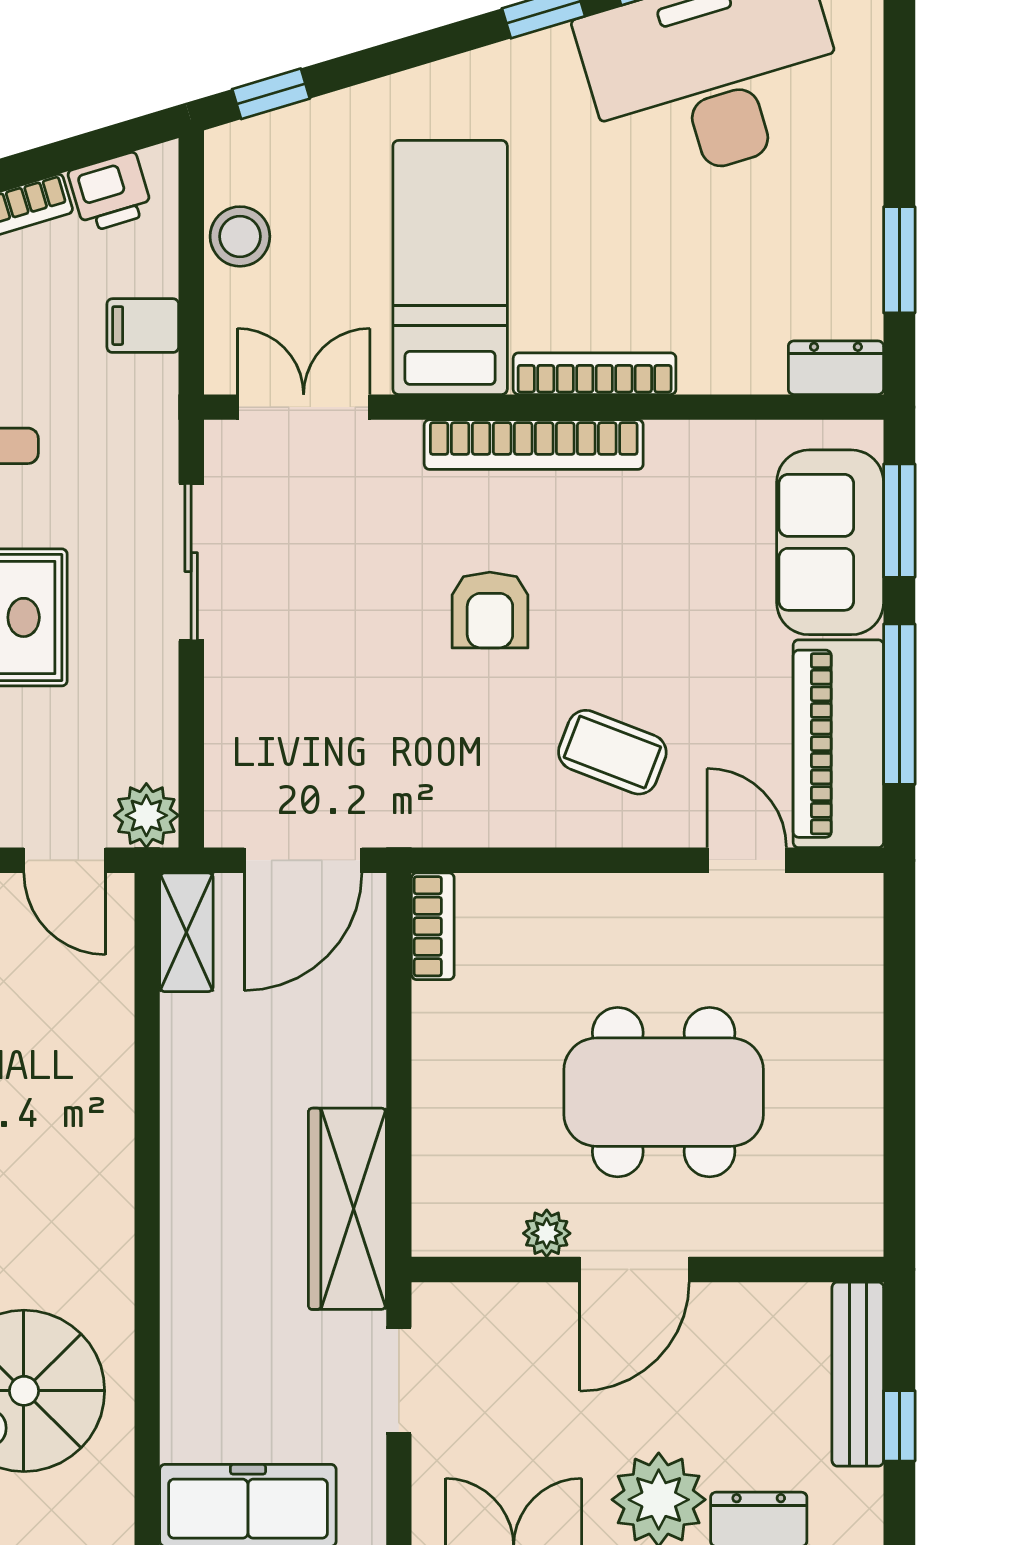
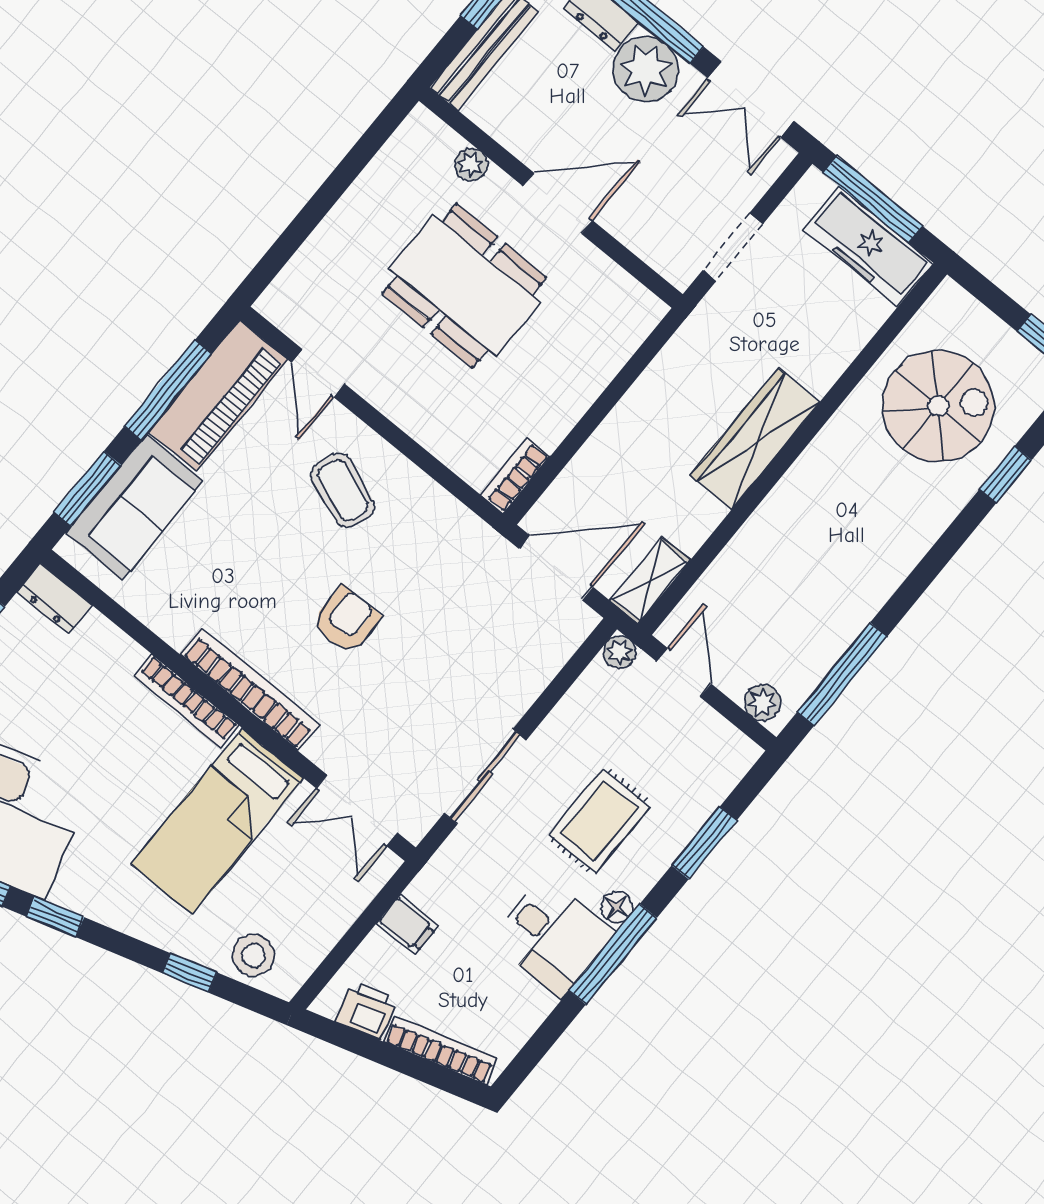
window: (271, 94) -> (190, 973), moved
stool: (240, 236) -> (254, 956), moved
plant: (146, 815) -> (619, 652), width x0.73, depth x0.73
wardrobe: (347, 1209) -> (755, 439), moved, turned 180
plant: (547, 1233) -> (471, 165), moved

